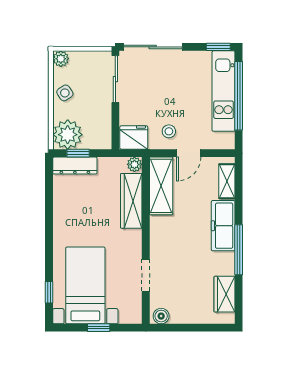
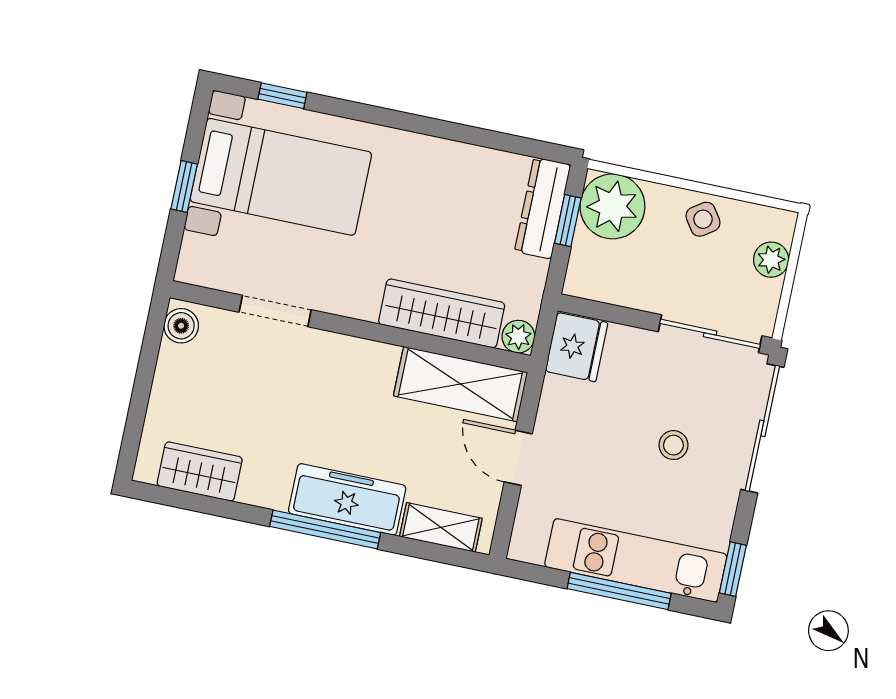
plant: (61, 59) -> (771, 260), moved
window: (239, 96) -> (619, 591), width x0.68
stool: (169, 131) -> (673, 445), moved
window: (239, 250) -> (325, 530), moved

